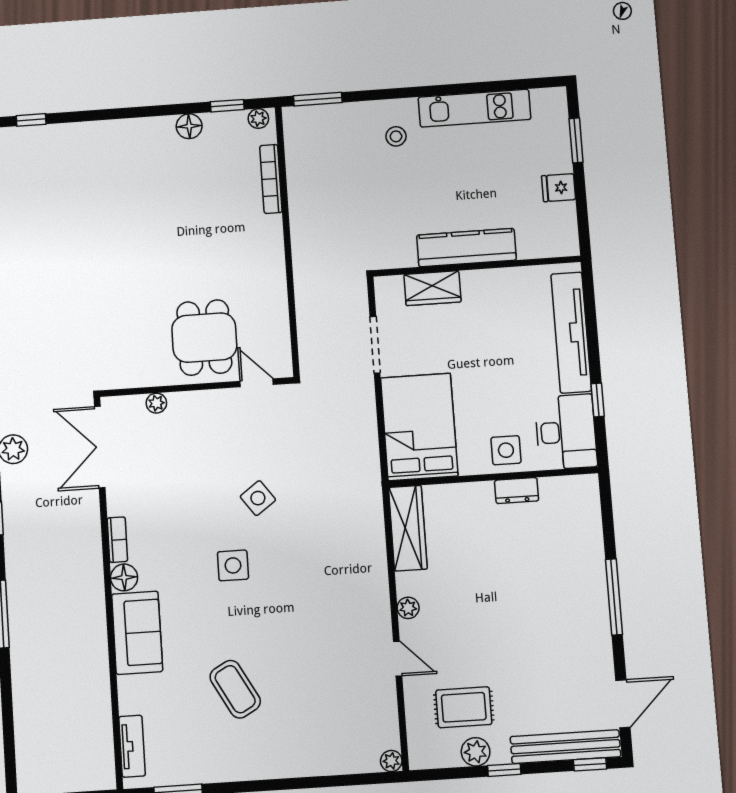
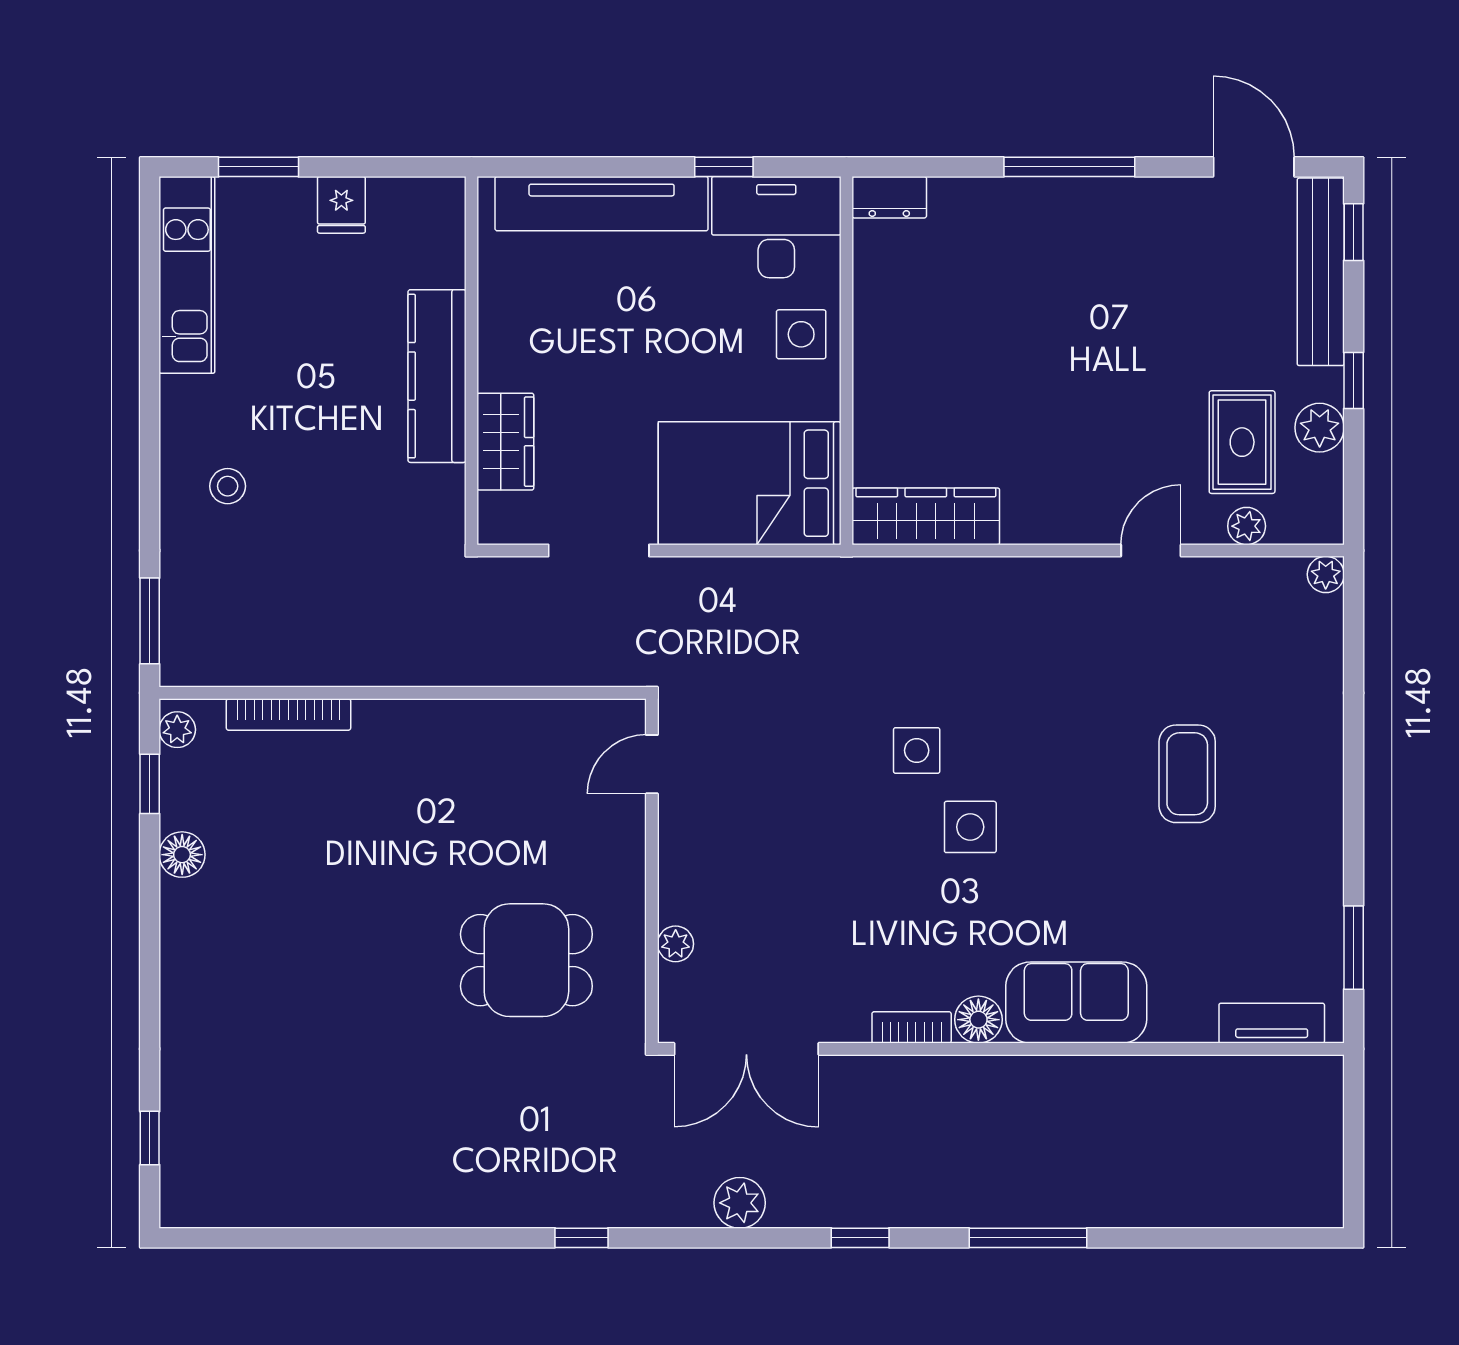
kitchen unit: (474, 108) -> (187, 275), moved
dining table: (204, 338) -> (526, 960), moved
dresser: (517, 491) -> (889, 197), moved, turned 90
side table: (258, 498) -> (917, 750), moved, turned 36
plant: (408, 608) -> (1247, 526), moved
coffee table: (235, 689) -> (1187, 774), moved, turned -61

